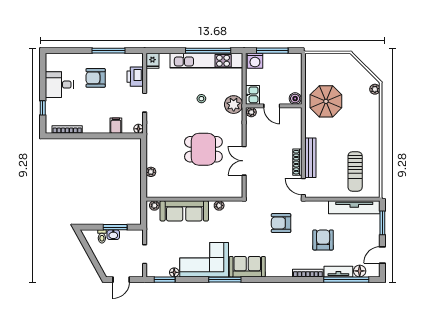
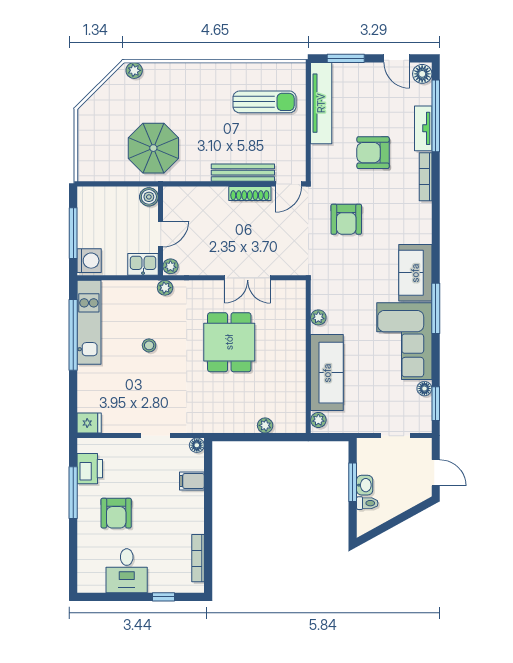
kitchen unit: (206, 61) -> (89, 322), width x0.73
printer: (135, 77) -> (90, 469), moved, turned -90
plant: (234, 105) -> (165, 288), width x0.53, depth x0.53
floor lamp: (360, 271) -> (422, 74), moved

